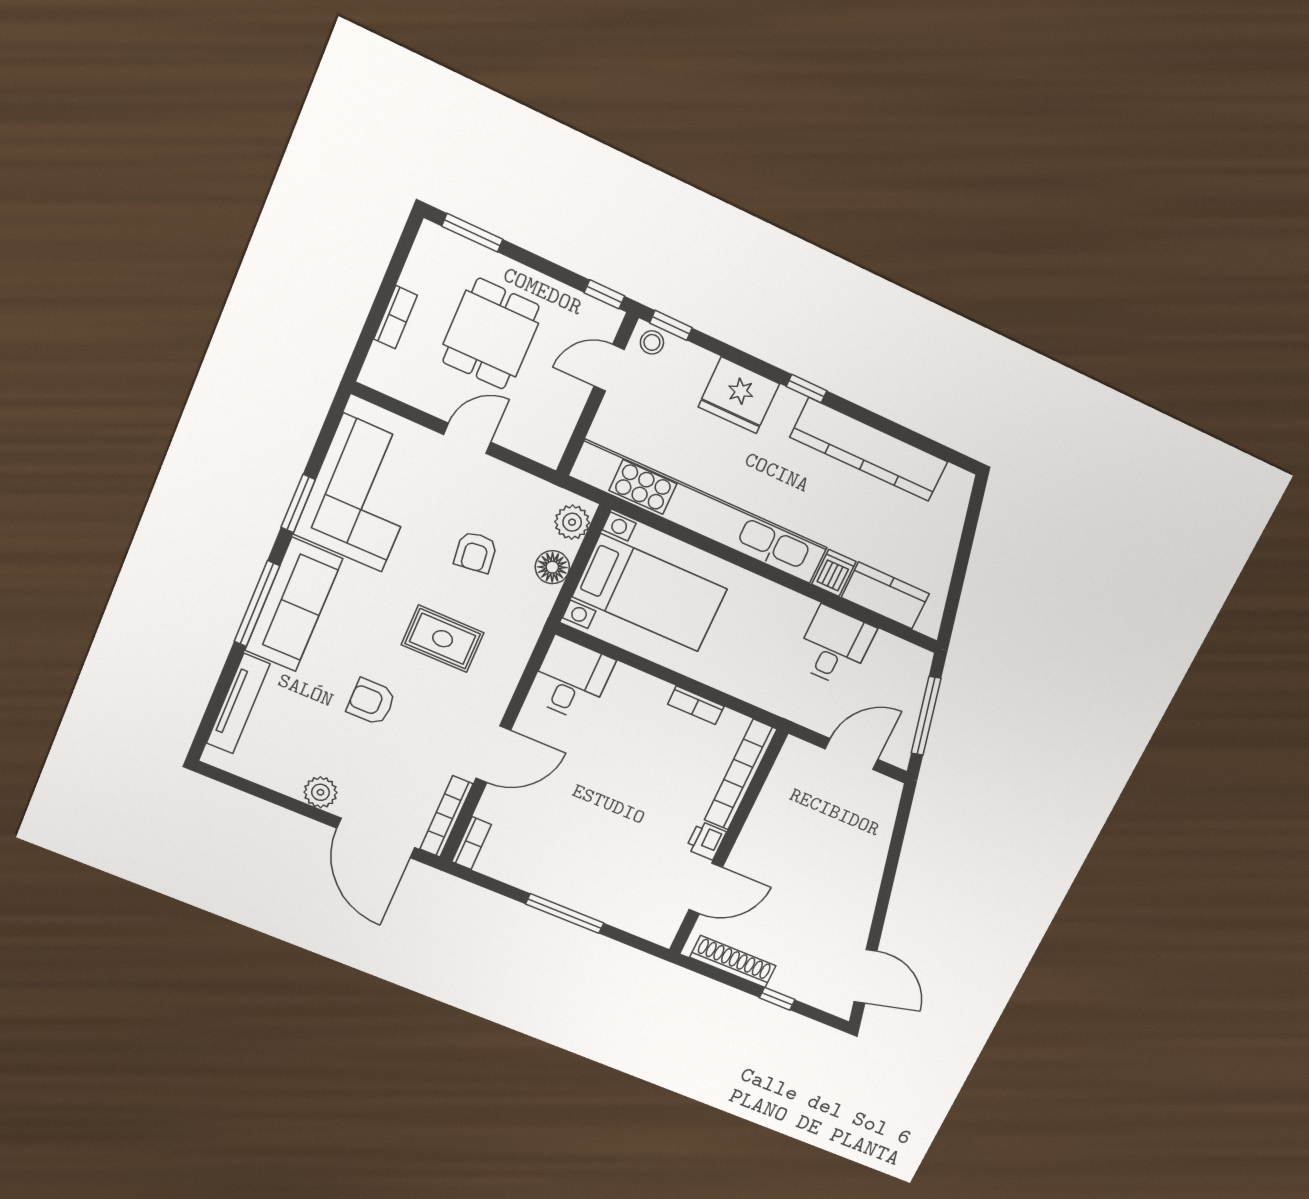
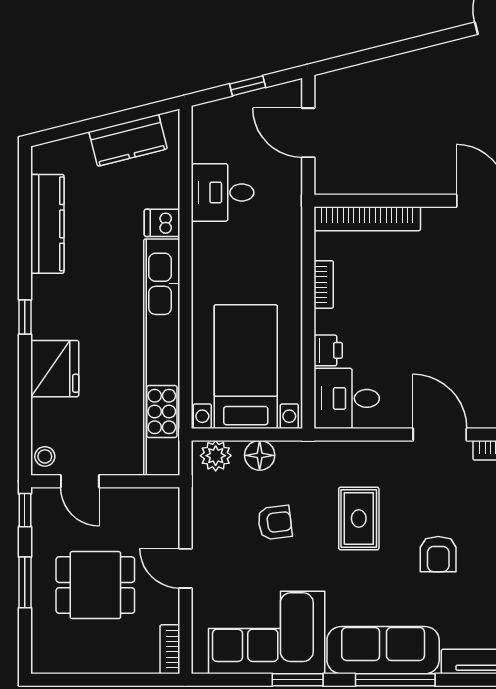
window: (472, 233) -> (25, 582), moved
bookcase: (395, 317) -> (170, 649), moved, turned -90
window: (671, 325) -> (25, 448), removed
kitchen counter: (869, 450) -> (47, 224), width x0.72, depth x0.86
kitchen counter: (885, 596) -> (128, 140), moved, turned -104
window: (926, 716) -> (248, 86), width x0.46
printer: (706, 840) -> (328, 350), moved, turned -90

